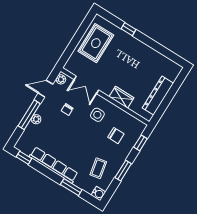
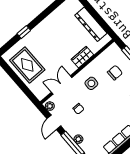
double door: (86, 85) -> (62, 85), swing flipped

